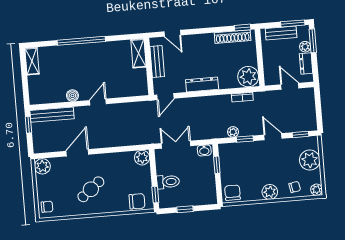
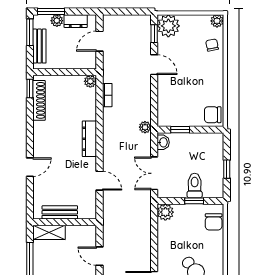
shelving: (139, 53) -> (49, 232), moved
bench: (157, 61) -> (60, 212), moved
wall: (149, 67) -> (65, 222), moved
plant: (248, 77) -> (90, 81), width x0.53, depth x0.53
plant: (233, 132) -> (145, 127), moved
door: (273, 137) -> (154, 65), swing flipped
window: (245, 139) -> (154, 96), removed
plant: (310, 160) -> (168, 26), moved
plant: (270, 192) -> (215, 73), removed
window: (155, 195) -> (194, 201), moved
chair: (137, 201) -> (214, 222), turned 180

